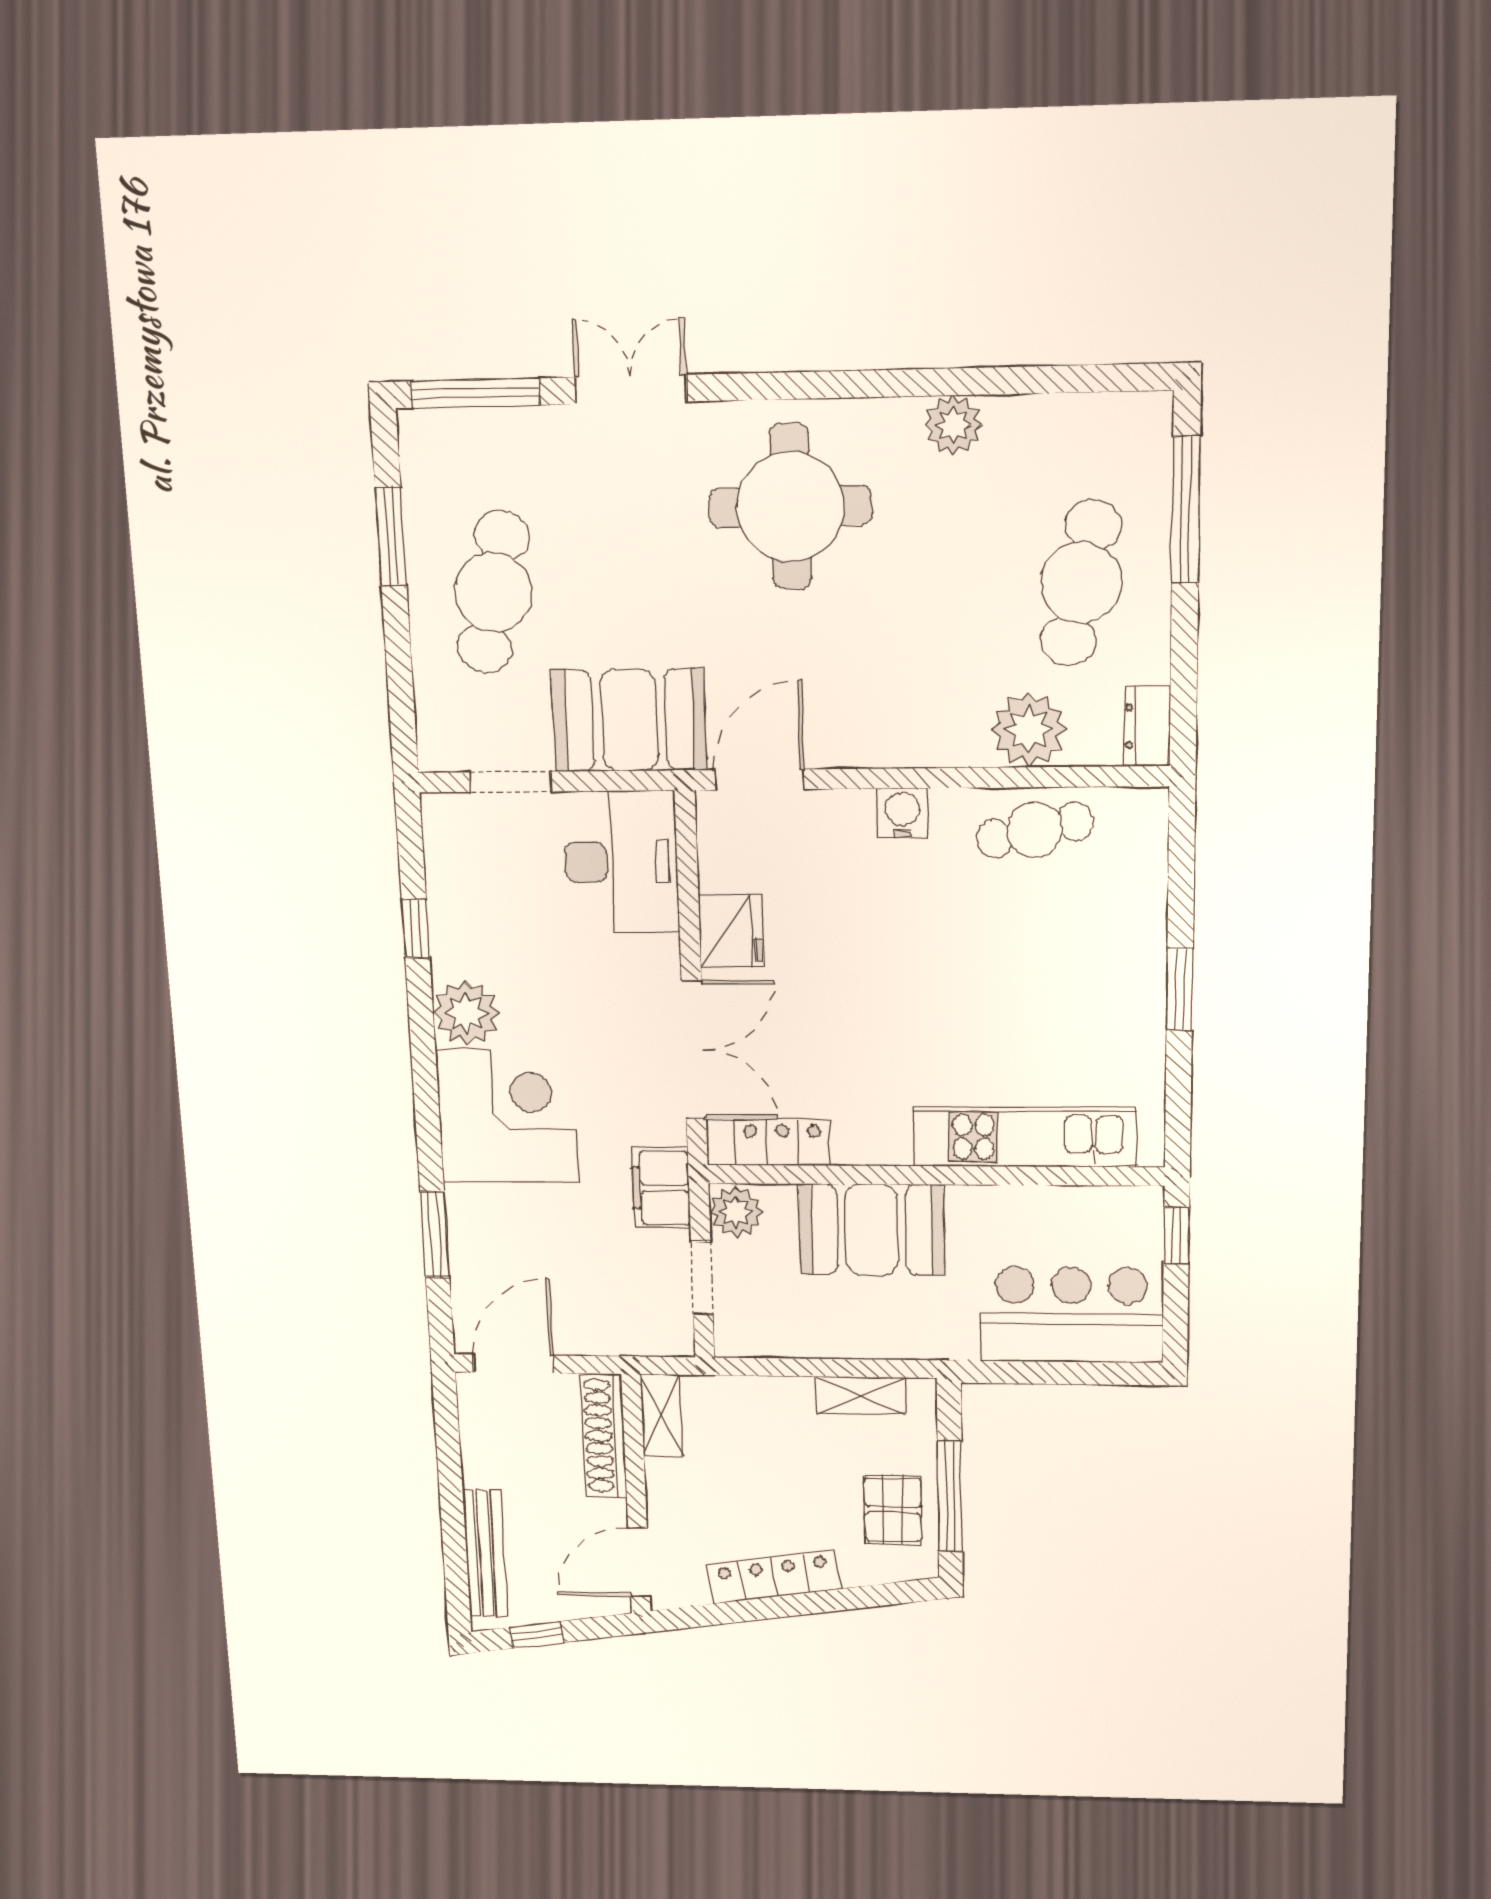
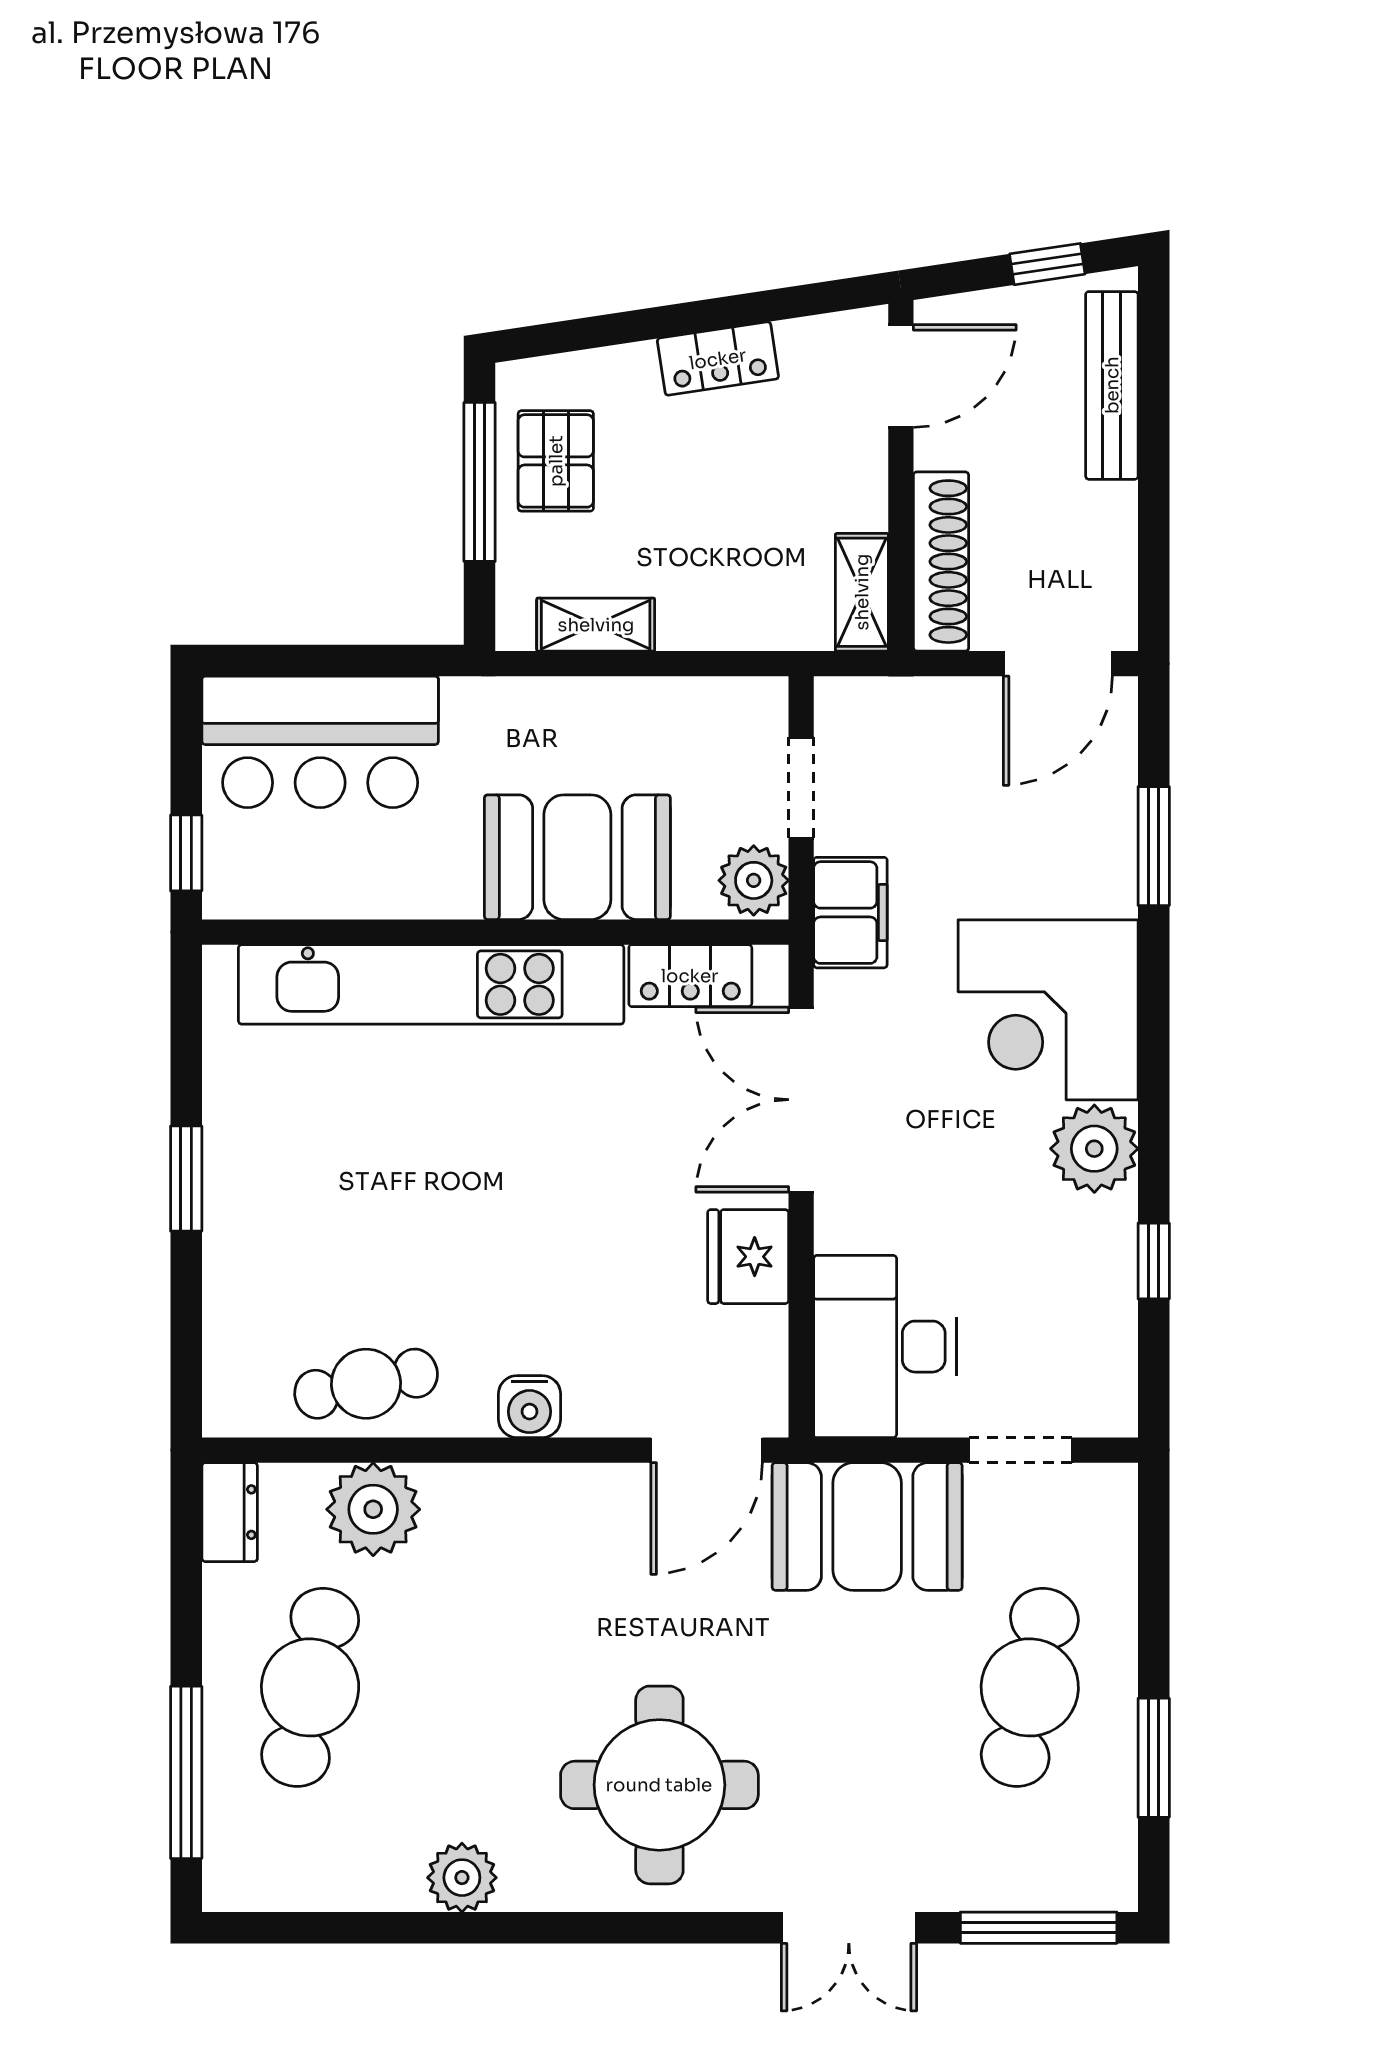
kitchen unit: (1025, 1137) -> (431, 984), width x1.36
locker: (774, 1577) -> (718, 359), width x0.66

